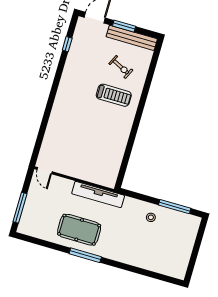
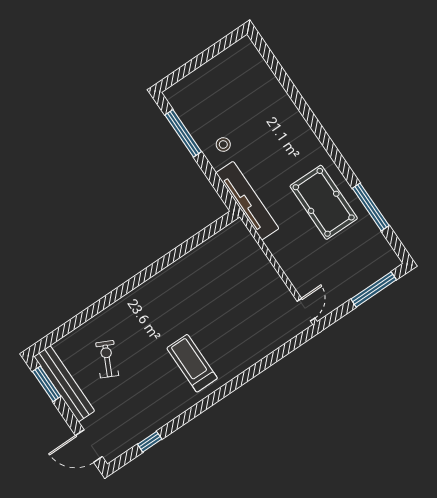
window: (124, 26) -> (47, 384), moved
treadmill: (114, 95) -> (192, 363), moved
tv unit: (98, 195) -> (247, 201), moved
window: (85, 255) -> (371, 207), moved

